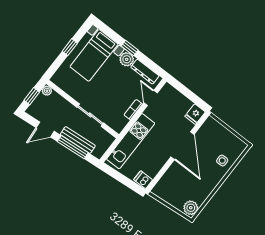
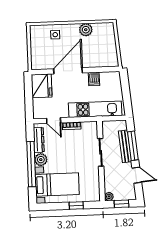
window: (70, 47) -> (76, 206), moved
window: (130, 48) -> (31, 164), width x3.17
door: (151, 98) -> (54, 121), hinge flipped
fridge: (195, 114) -> (42, 86), width x1.88, depth x1.34
dishwasher: (143, 180) -> (94, 79), moved
plant: (191, 208) -> (86, 30), moved

